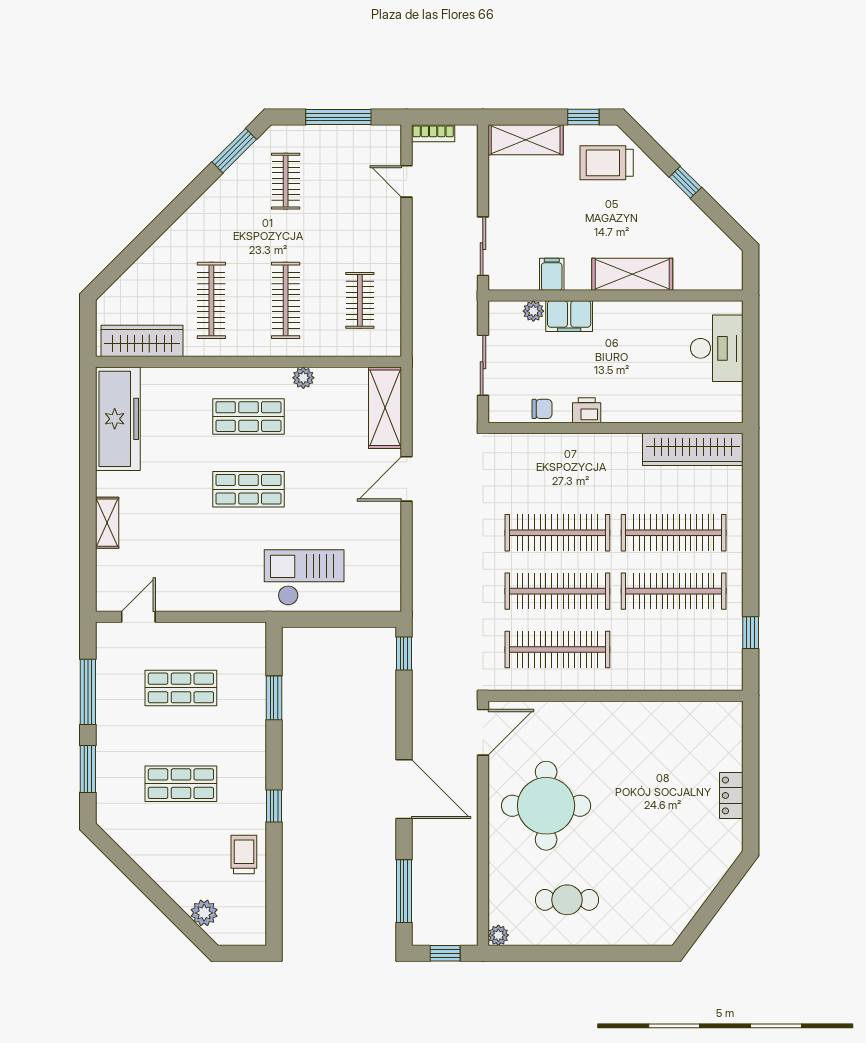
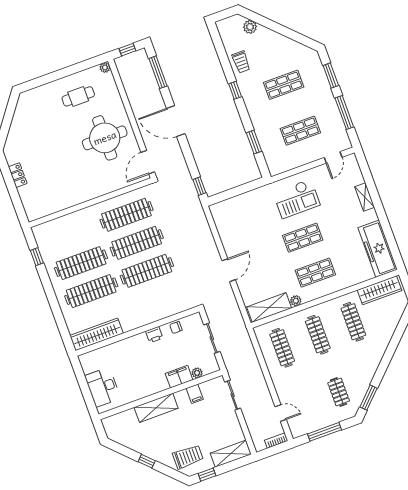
clothes rail: (360, 300) -> (282, 348), width x1.36
shelving: (385, 408) -> (269, 307), moved, turned 90
checkout: (304, 578) -> (297, 199), moved

